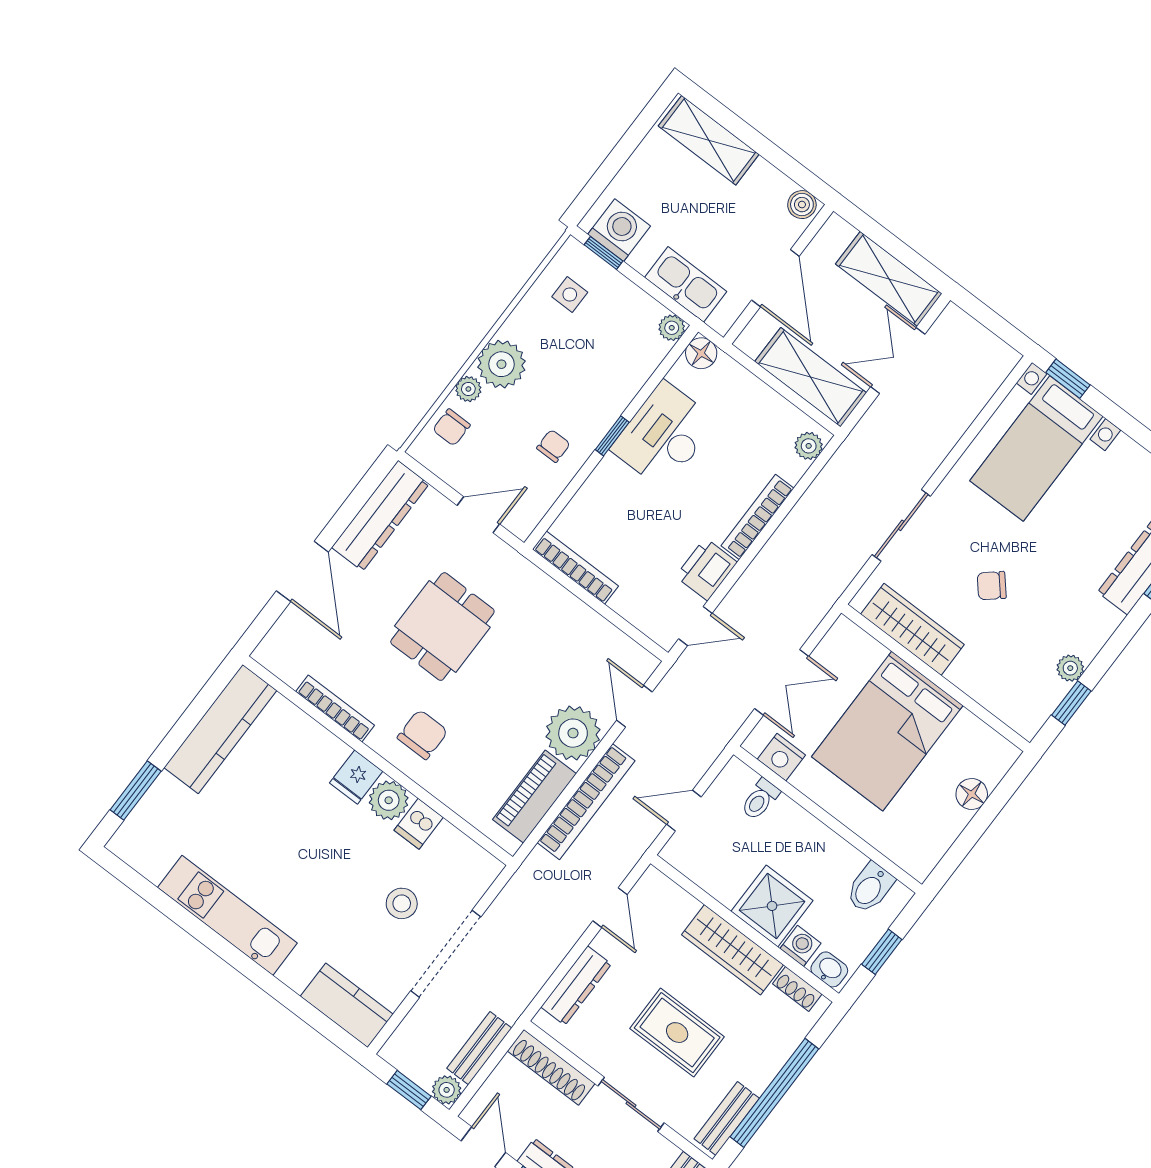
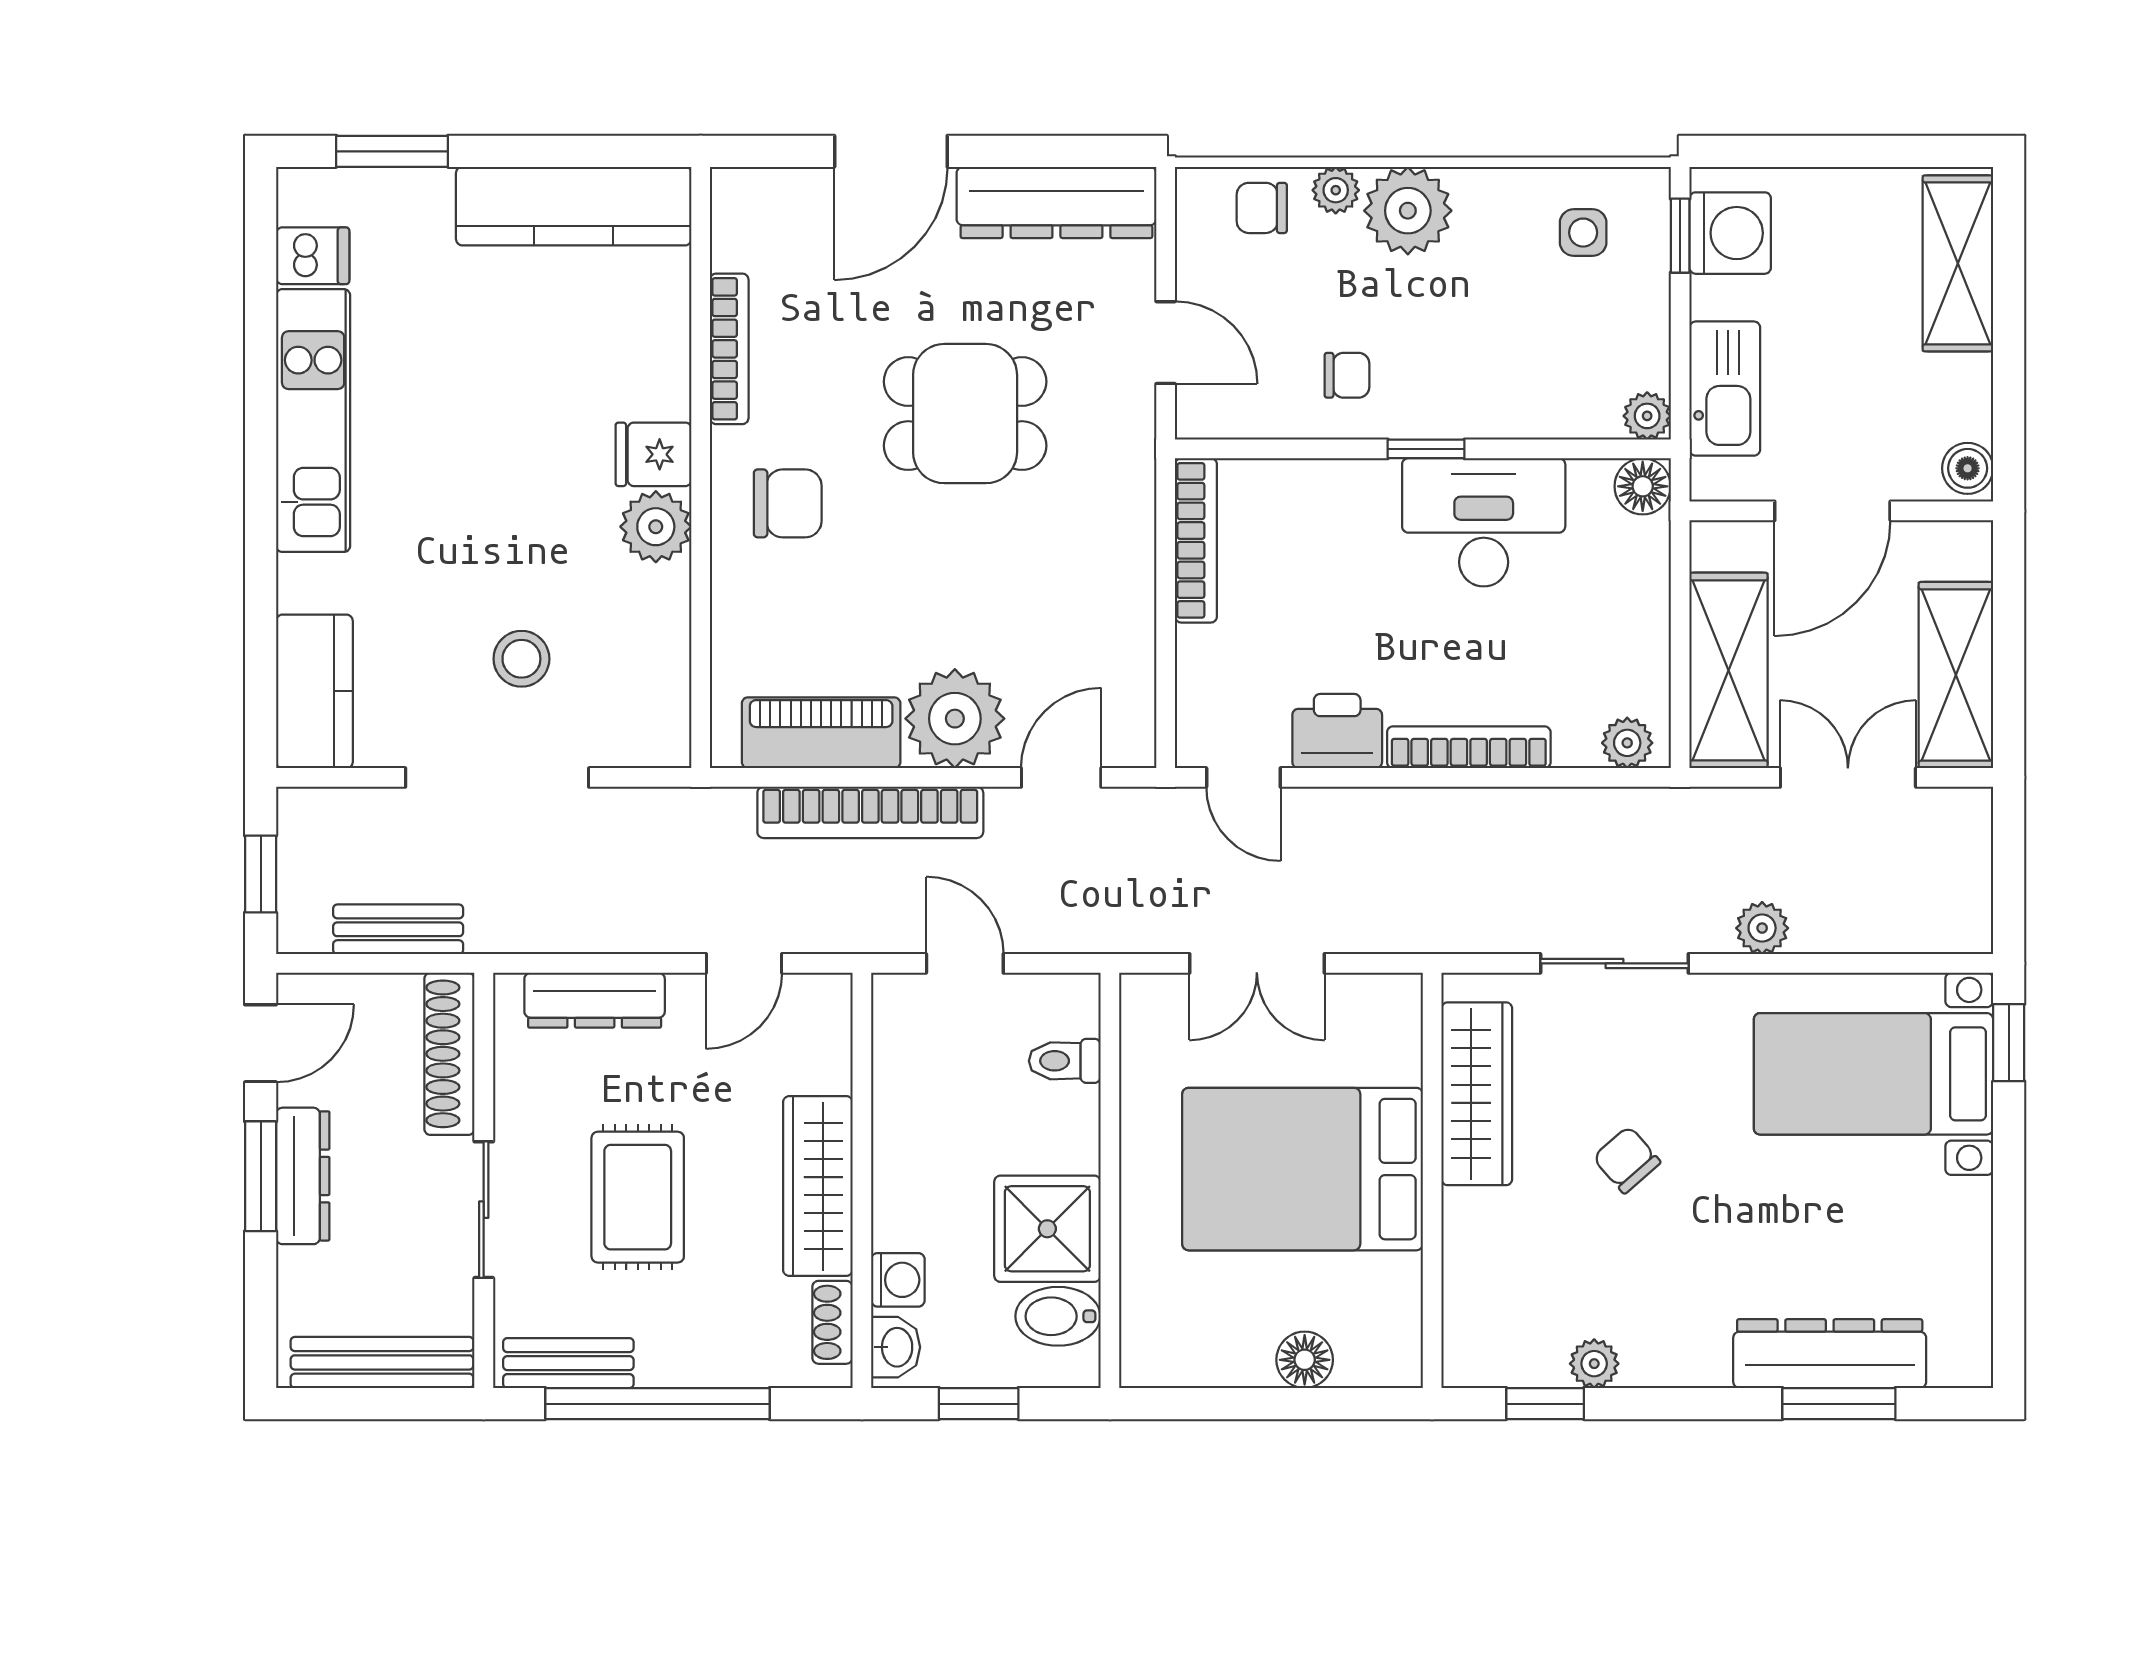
nightstand: (781, 757) -> (1149, 1045), removed
dishwasher: (419, 824) -> (313, 256), moved, turned 180
shower: (772, 906) -> (1047, 1229), moved
plant: (447, 1090) -> (1762, 928), moved

